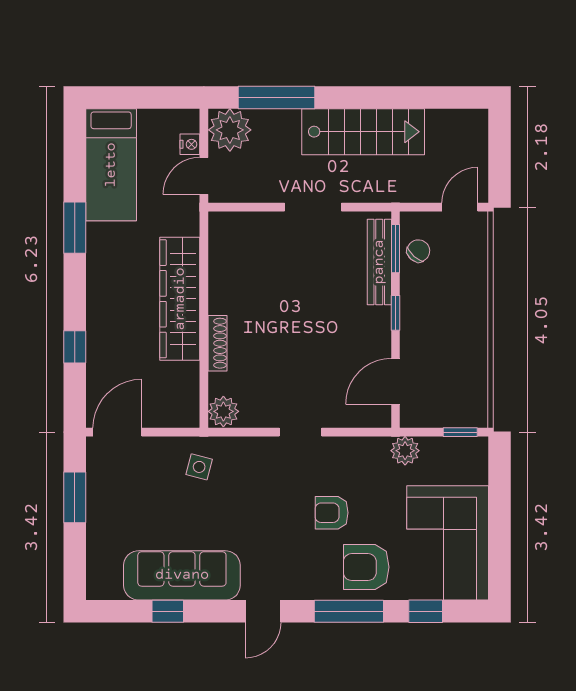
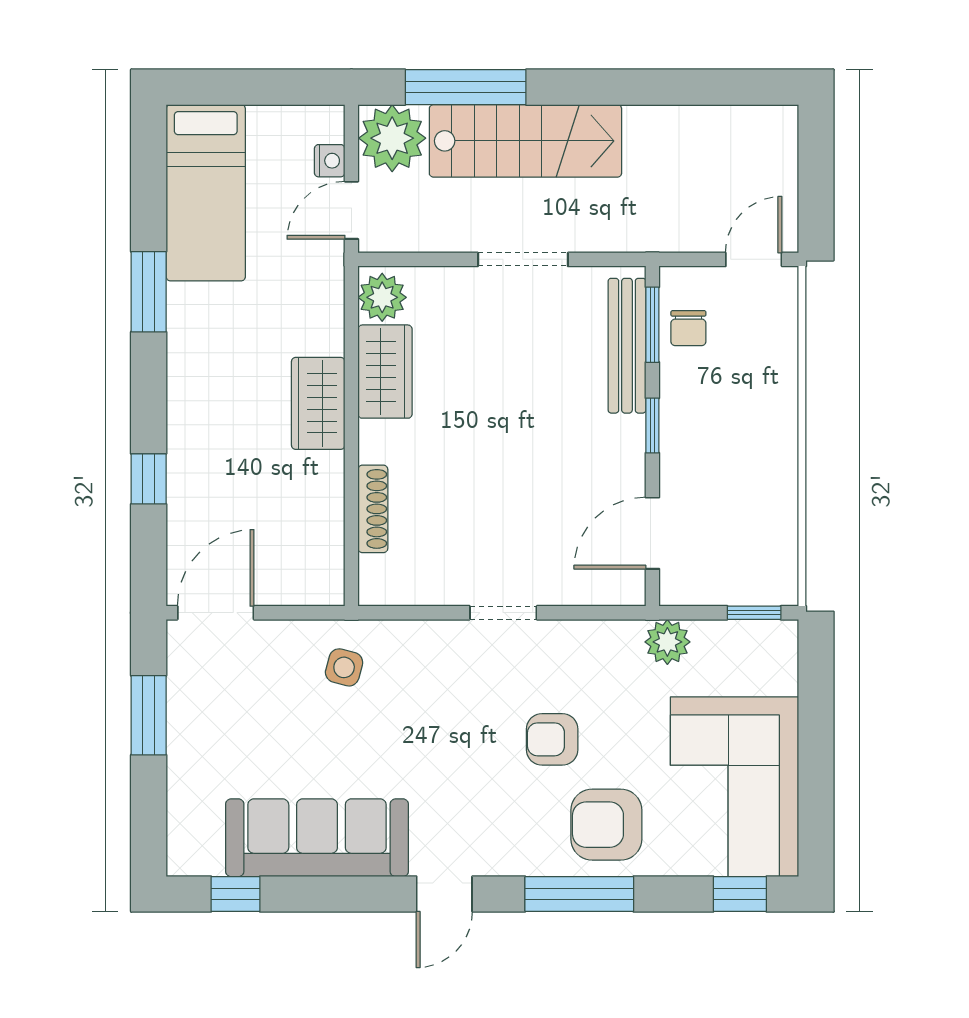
stairs: (363, 132) -> (525, 141), moved
chair: (418, 251) -> (688, 328), turned 138
wardrobe: (225, 279) -> (385, 372), added
wardrobe: (180, 299) -> (318, 403), width x0.48, depth x0.85
shoe rack: (217, 343) -> (373, 509), moved
plant: (223, 411) -> (382, 297), moved
window: (168, 611) -> (235, 894), moved
window: (426, 611) -> (740, 894), moved

